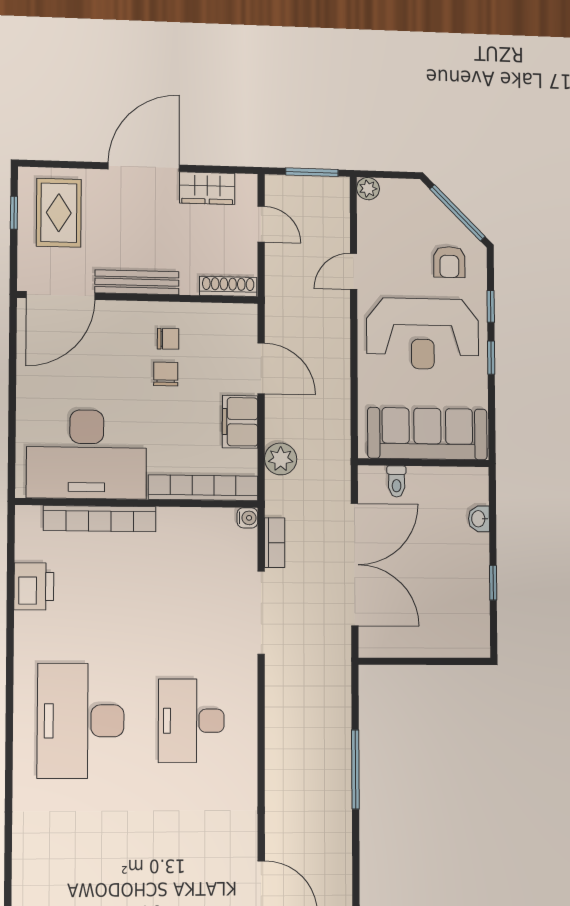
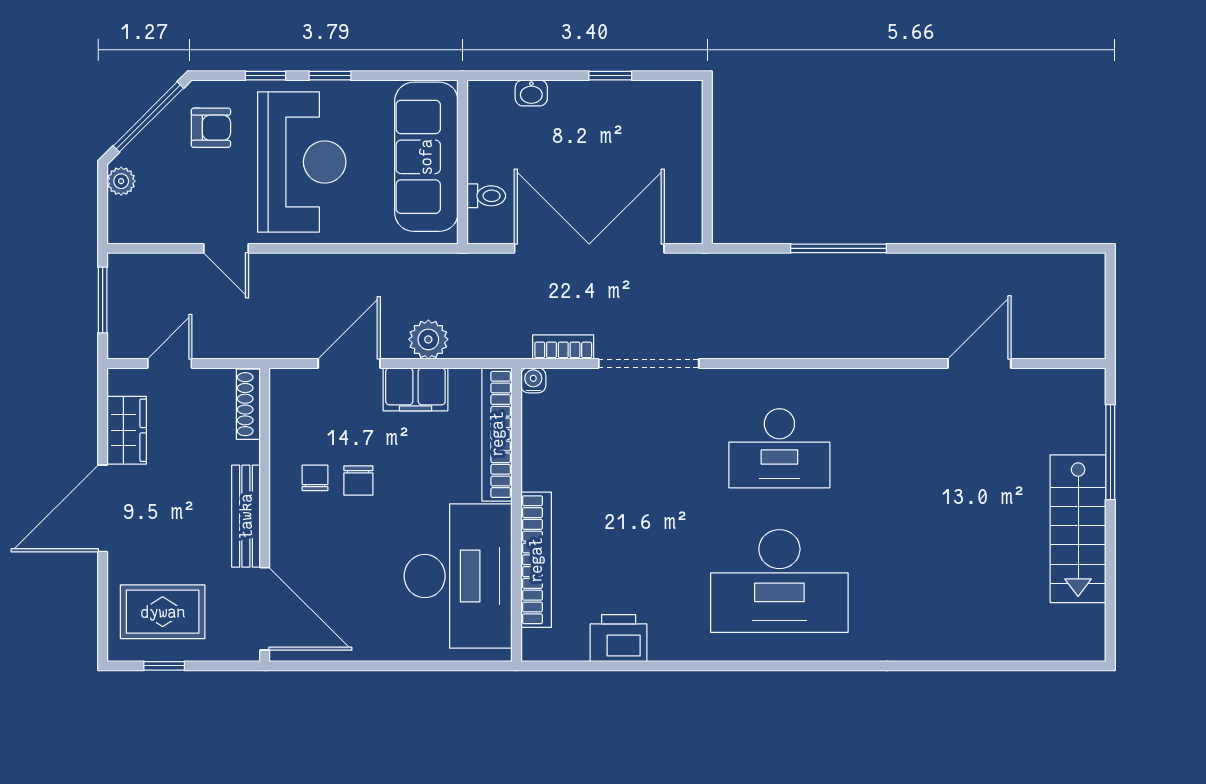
door: (144, 167) -> (103, 508), hinge flipped
plant: (368, 189) -> (121, 181), moved
chair: (166, 374) -> (358, 481), turned -90
plant: (281, 459) -> (428, 339), moved

